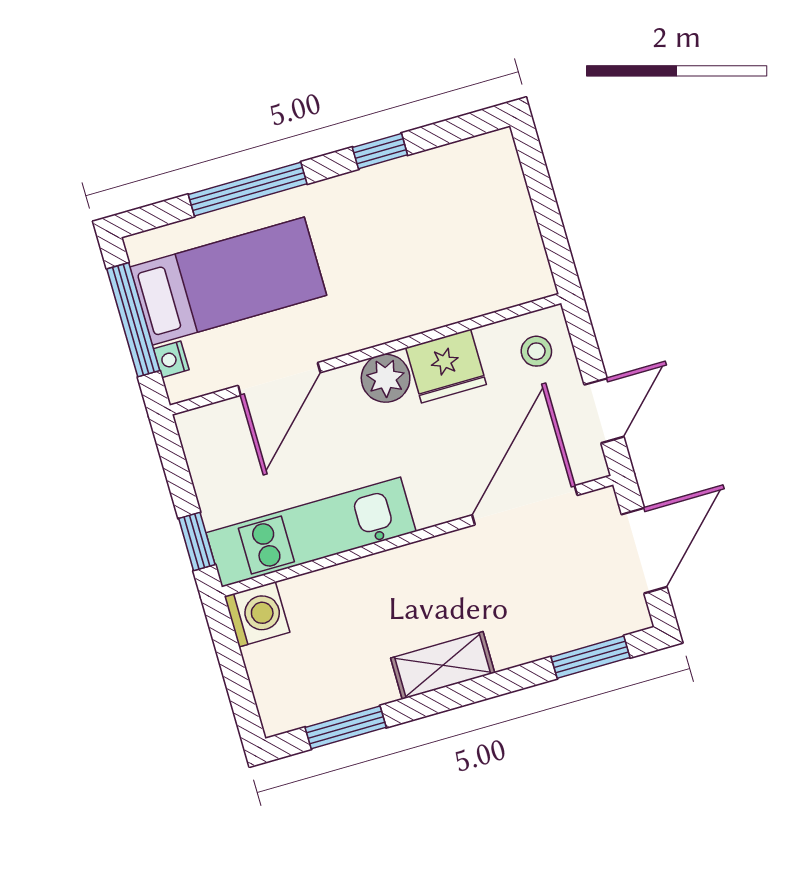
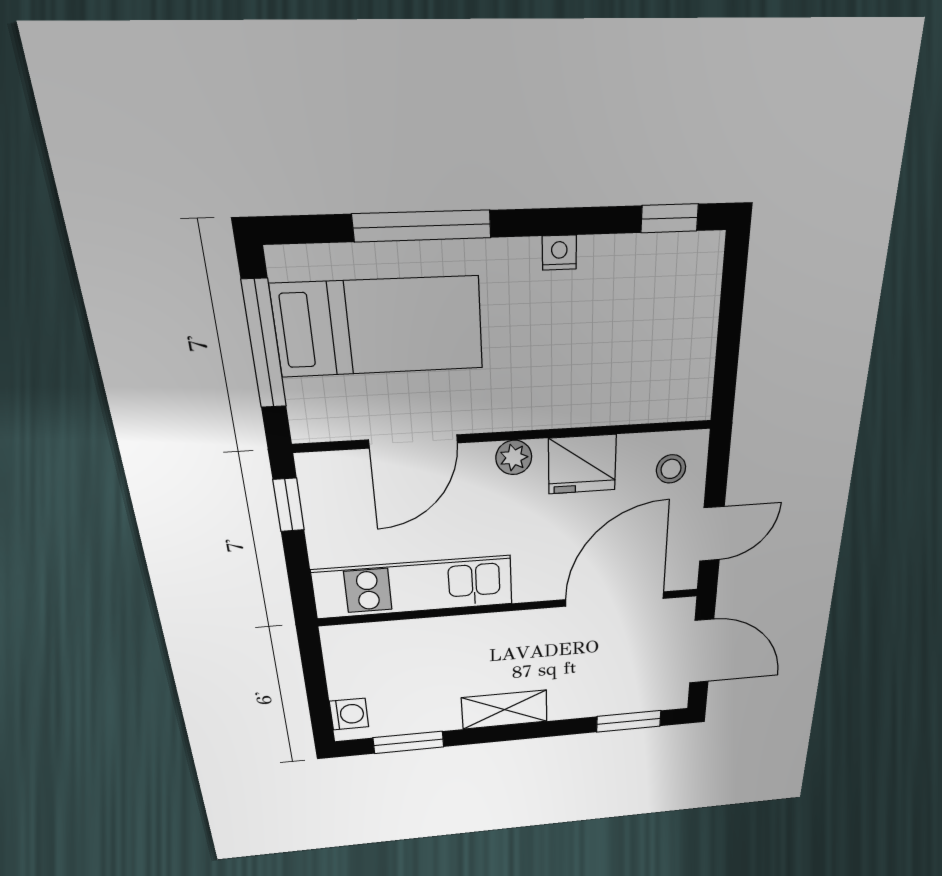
window: (380, 151) -> (670, 218), moved
nightstand: (171, 359) -> (559, 253), moved, turned 90
plant: (386, 378) -> (514, 457), width x0.73, depth x0.73
window: (197, 541) -> (289, 505), moved
door: (644, 551) -> (702, 651), hinge flipped
washing machine: (257, 614) -> (349, 714), moved, width x0.73, depth x0.73

